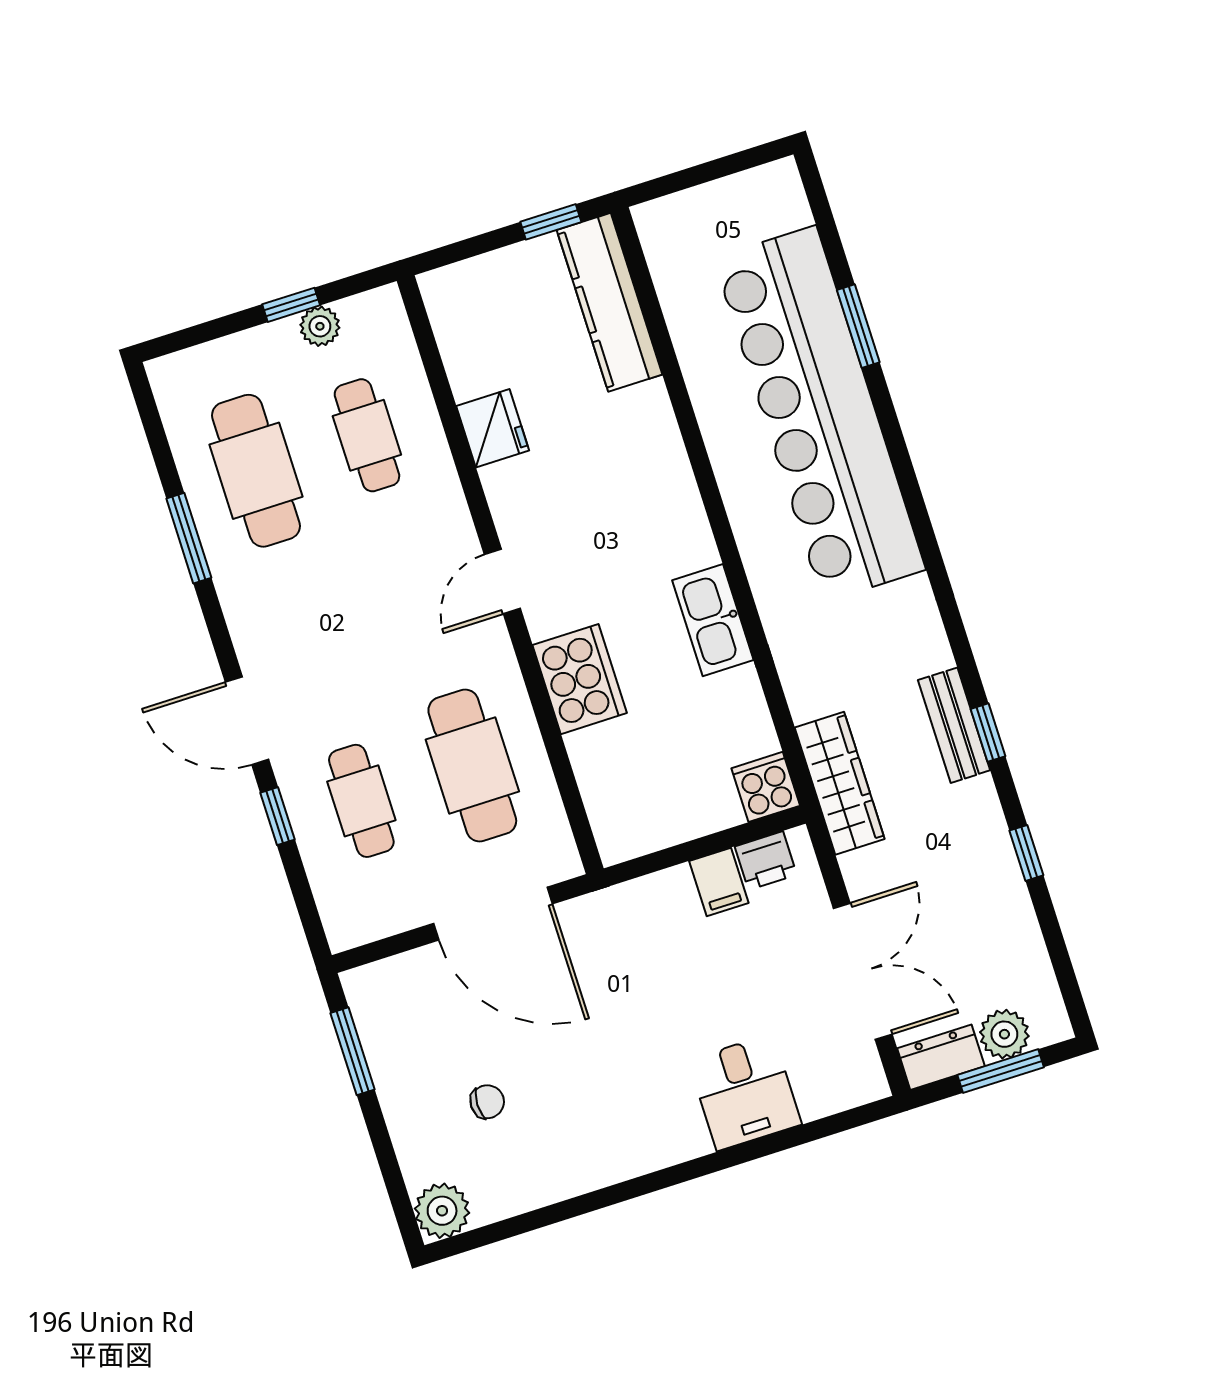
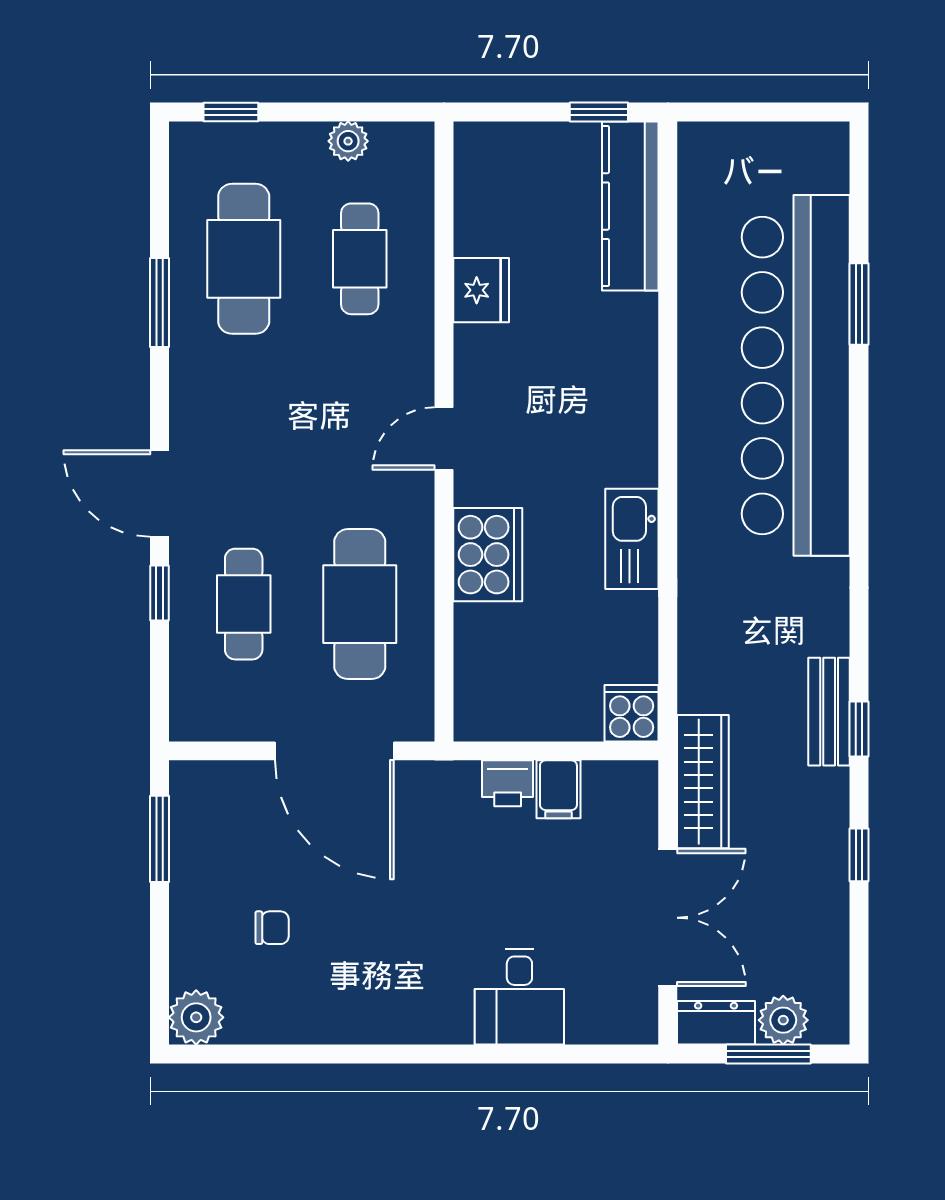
window: (291, 305) -> (231, 112), moved
wardrobe: (840, 783) -> (703, 782), moved
printer: (766, 861) -> (508, 783), moved

